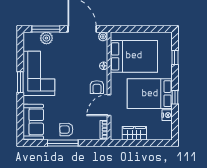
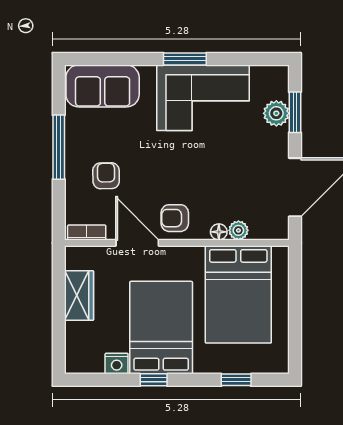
window: (46, 29) -> (295, 112), width x0.69
plant: (103, 37) -> (238, 230), moved
armchair: (66, 130) -> (106, 176), moved

